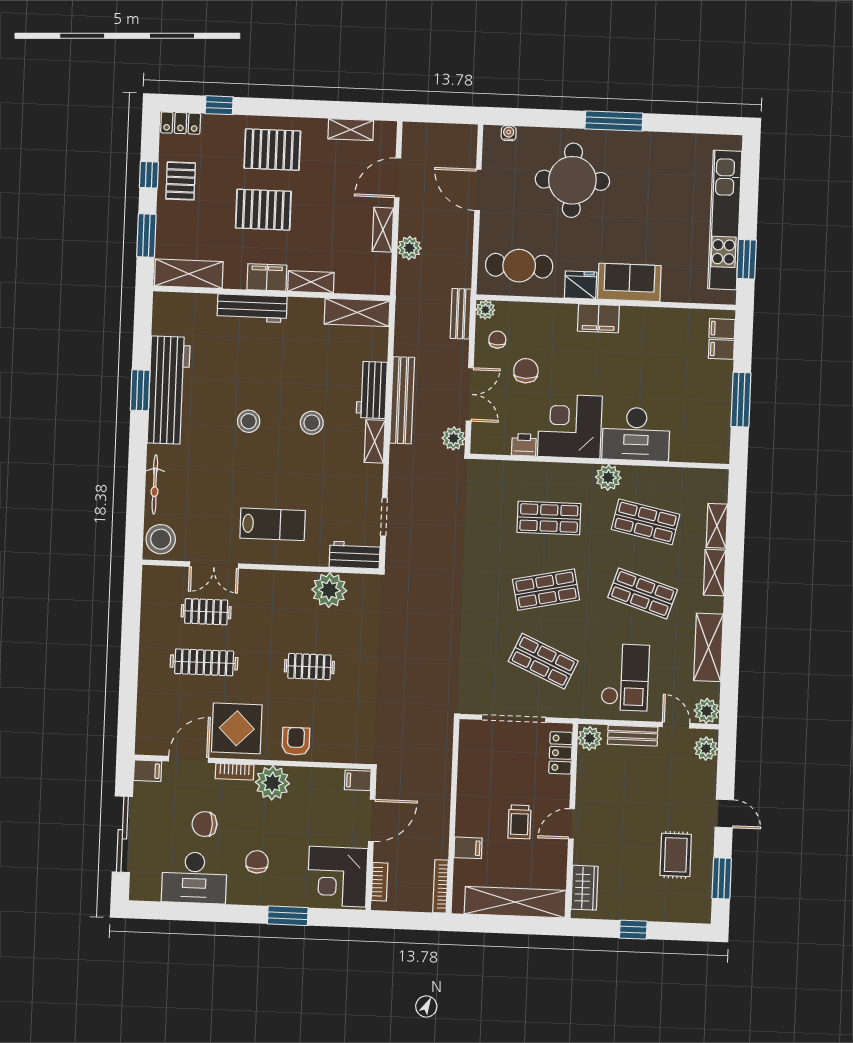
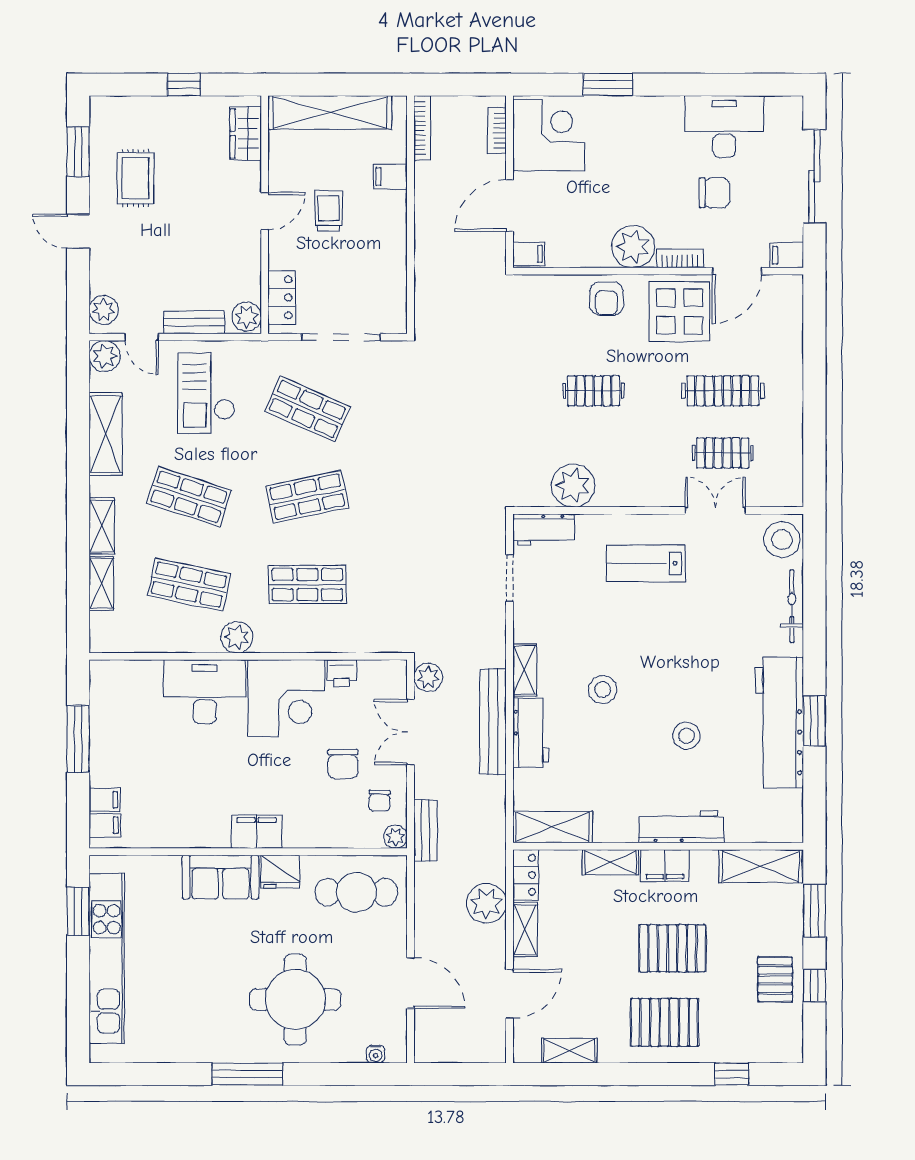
locker: (181, 123) -> (526, 875), moved, turned 90
plant: (409, 248) -> (486, 903), width x1.36, depth x1.36
stool: (249, 421) -> (686, 736), moved
chair: (257, 862) -> (648, 149), removed

